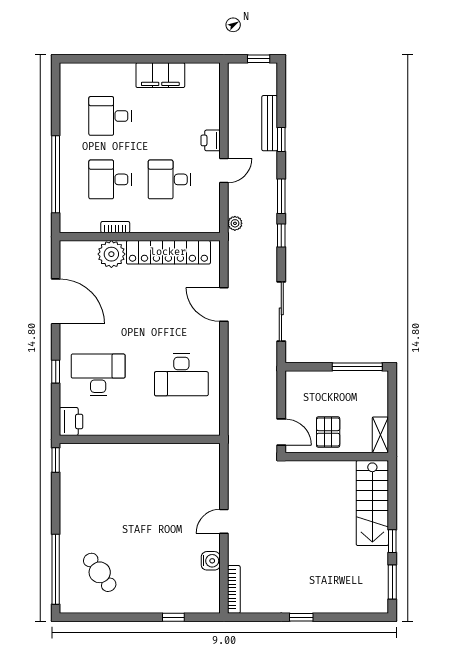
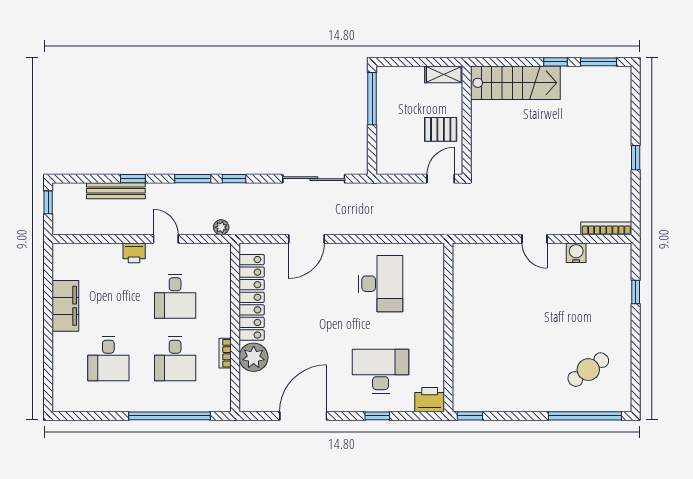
desk: (98, 375) -> (381, 371), turned 90

